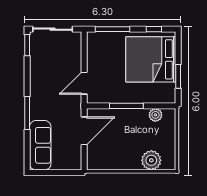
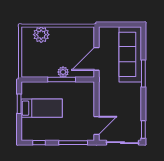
bed: (151, 59) -> (42, 108), width x0.49
door: (84, 83) -> (97, 125), moved
plant: (155, 115) -> (63, 72), moved
sofa: (40, 145) -> (130, 54), width x1.36, depth x1.27

